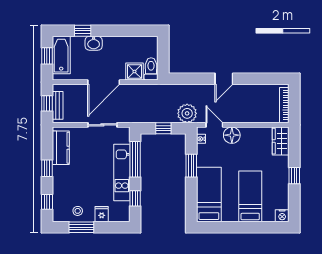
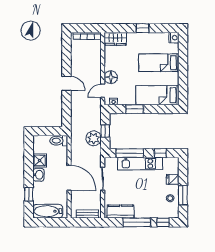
washbasin: (94, 43) -> (38, 175), moved
window: (47, 56) -> (48, 222), removed
shower: (134, 72) -> (40, 161), moved
window: (47, 103) -> (86, 222), removed
plant: (187, 113) -> (94, 138), moved
window: (47, 168) -> (137, 222), width x2.17

